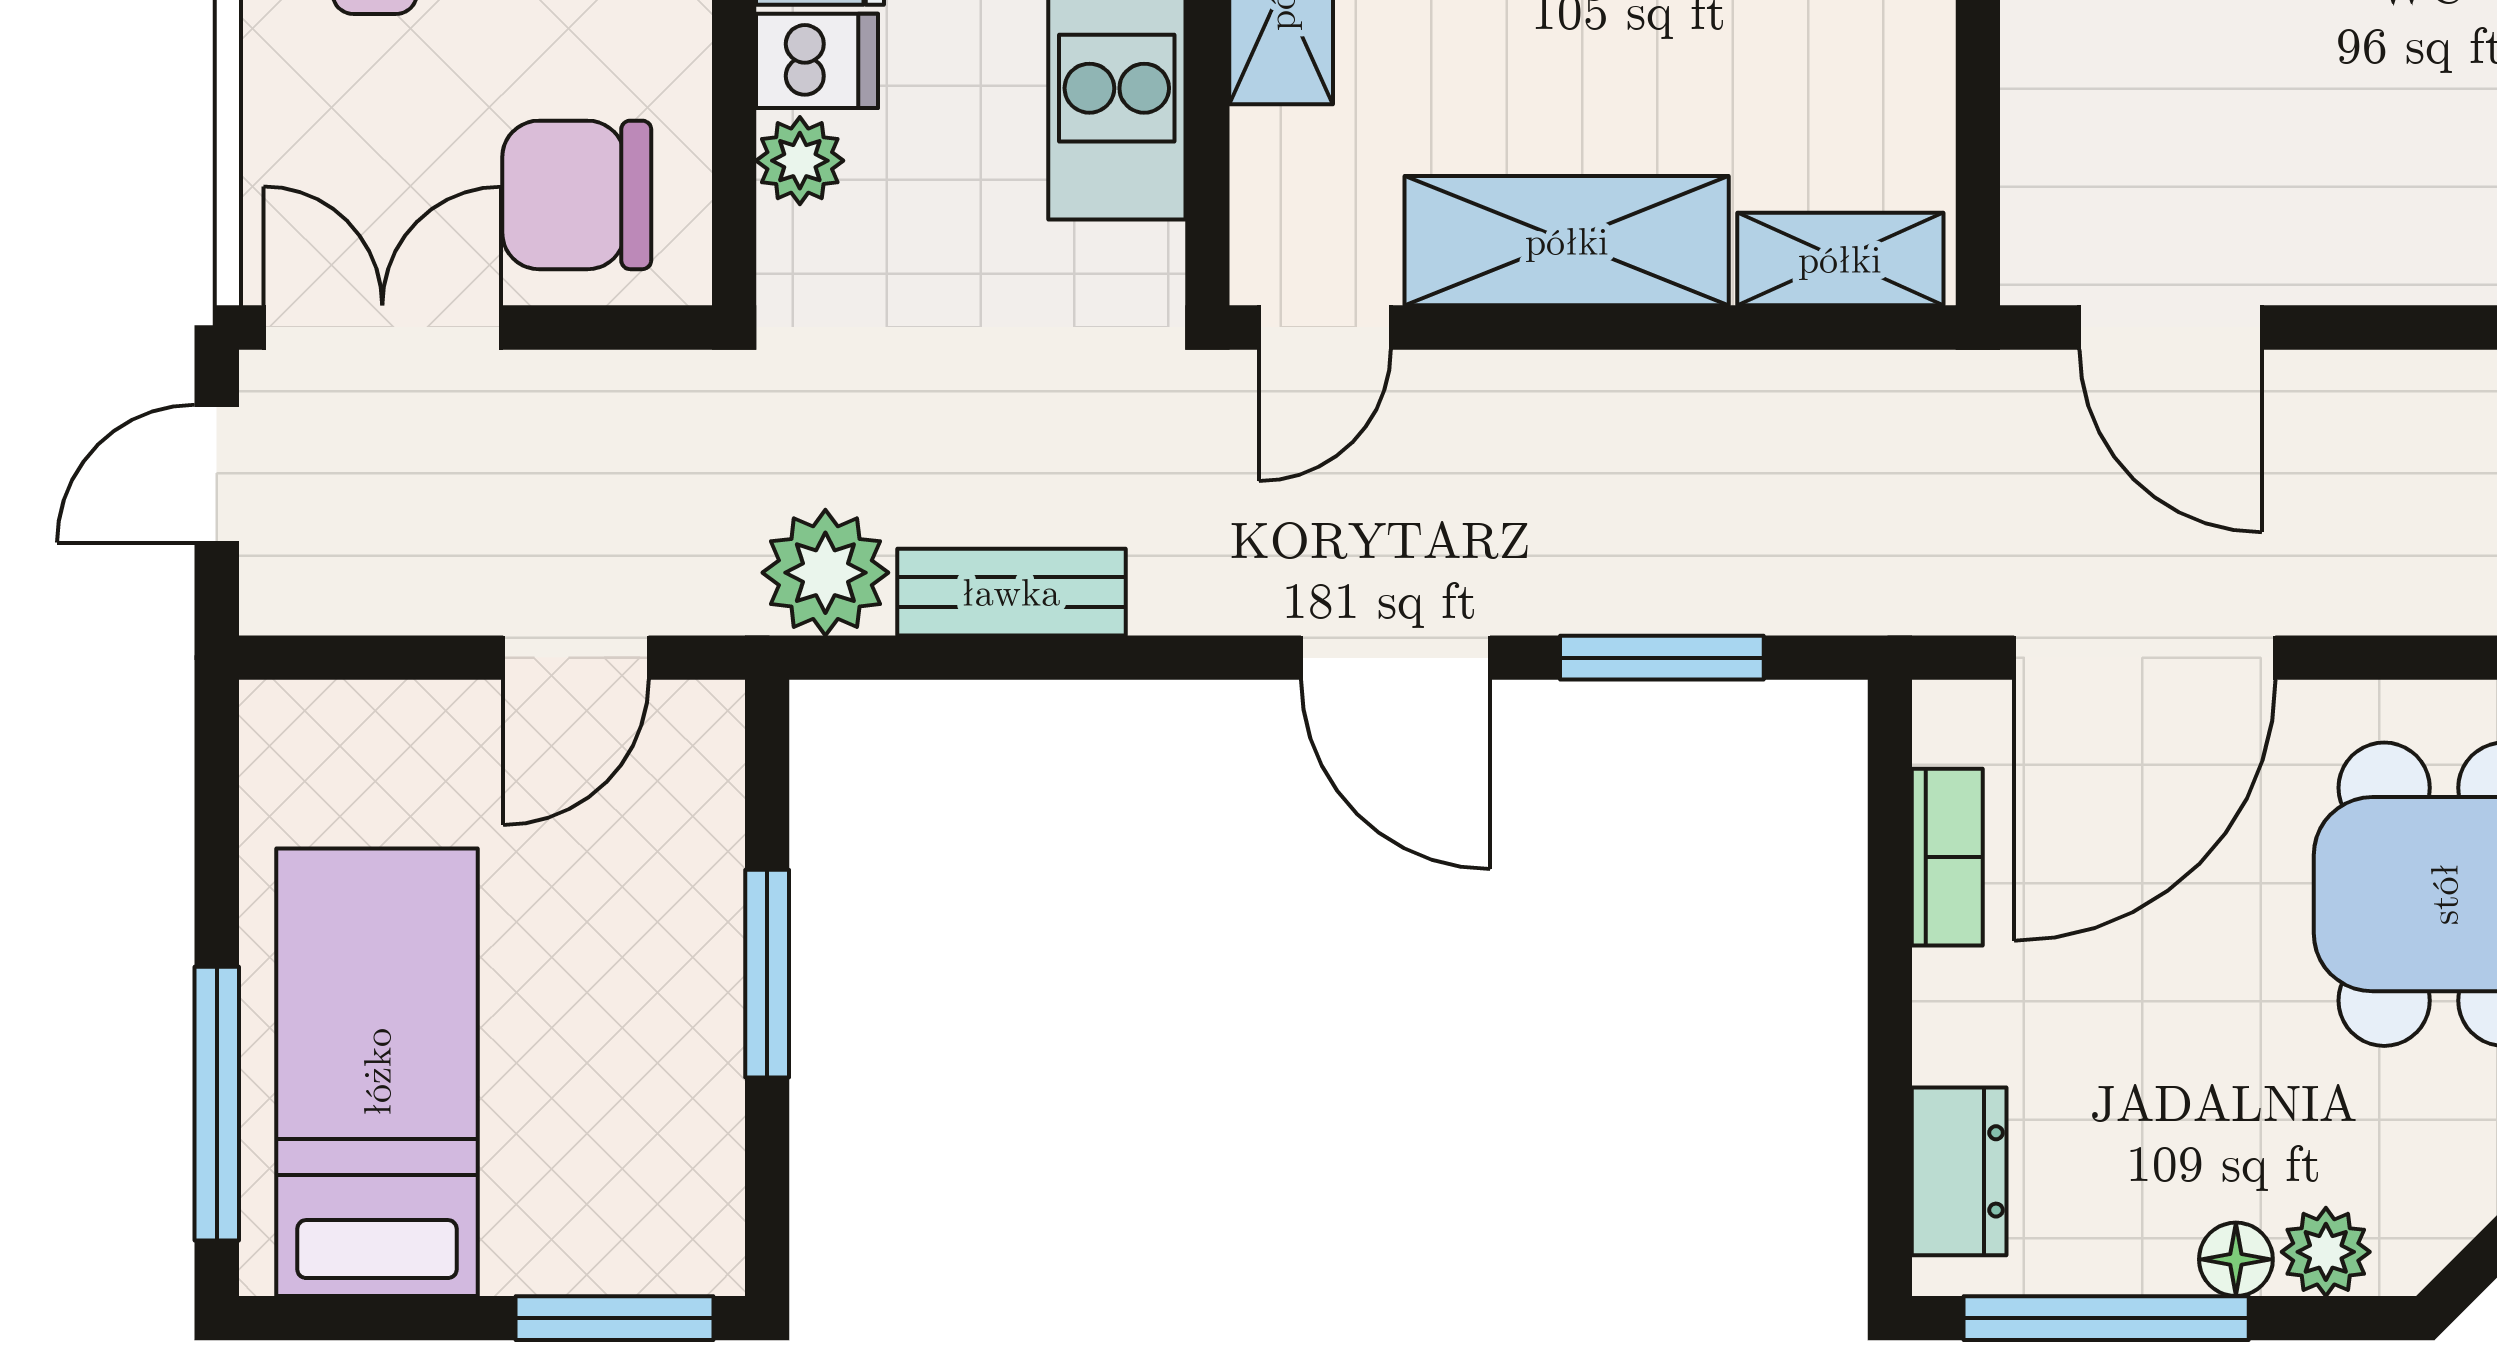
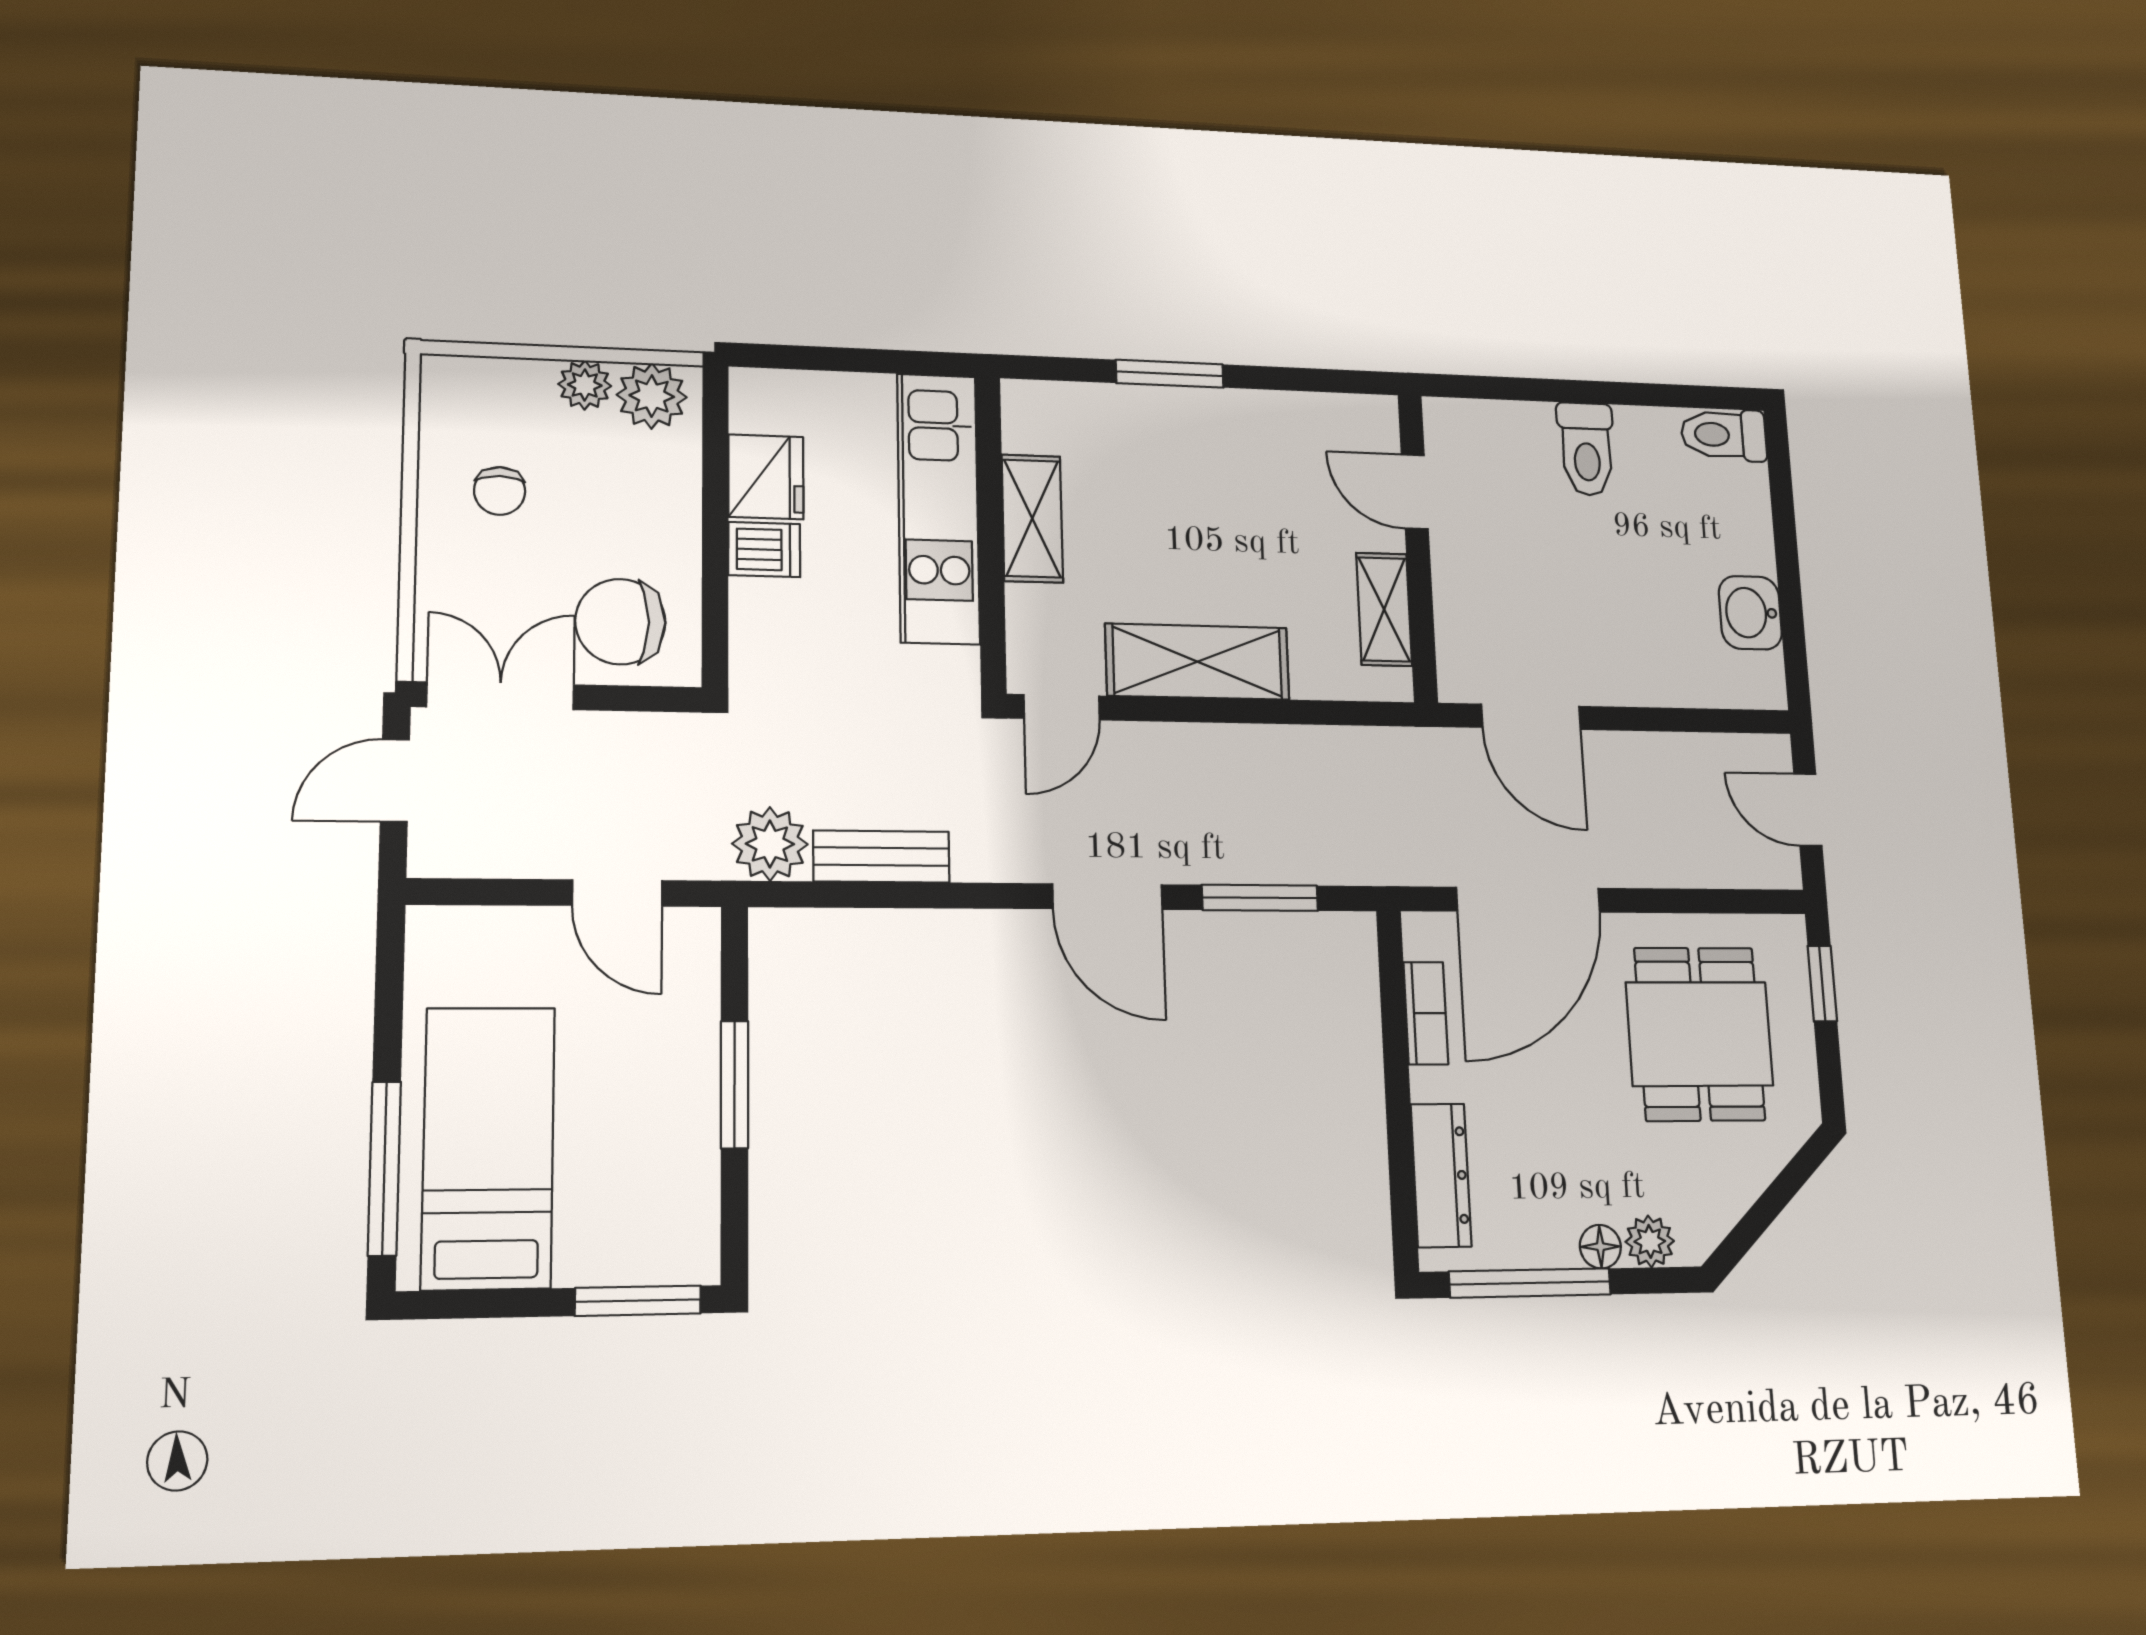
plant: (800, 161) -> (754, 606), removed
shelving: (1840, 259) -> (1384, 609), moved, turned 90
door: (576, 658) -> (617, 893), hinge flipped
dresser: (1959, 1171) -> (1441, 1175), width x1.44

